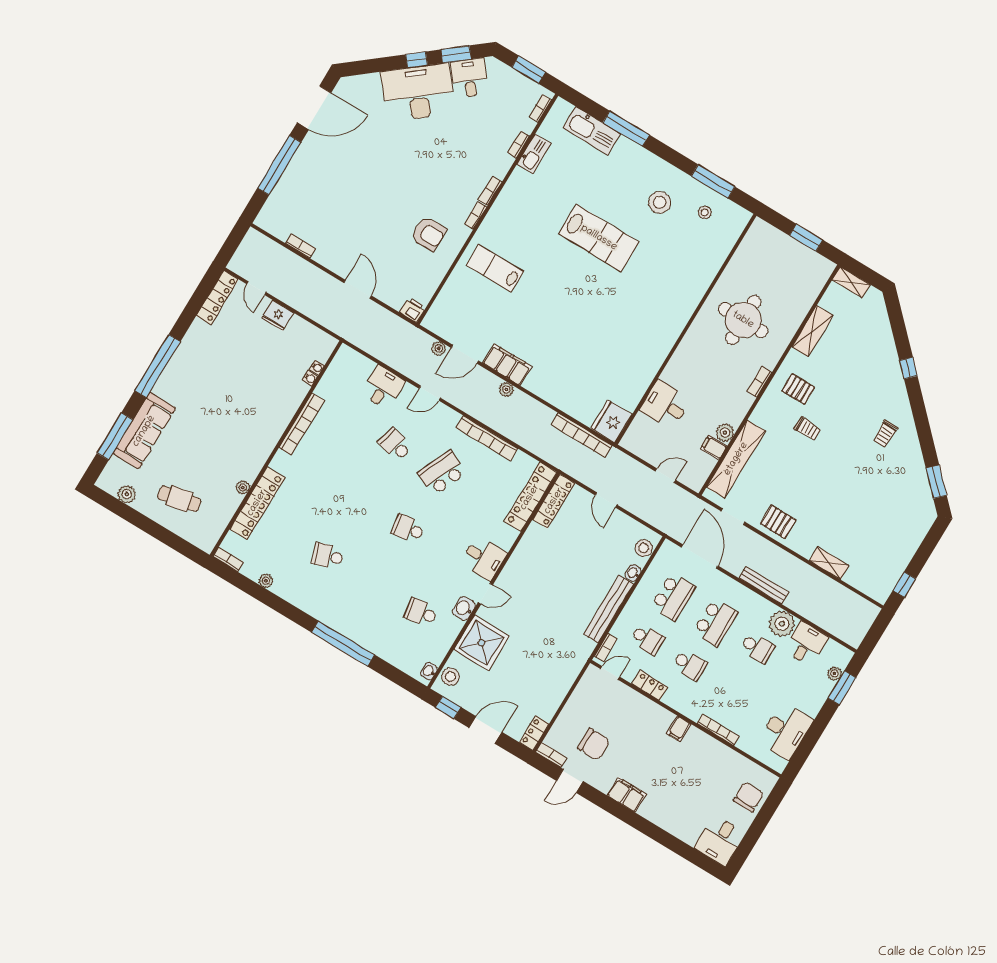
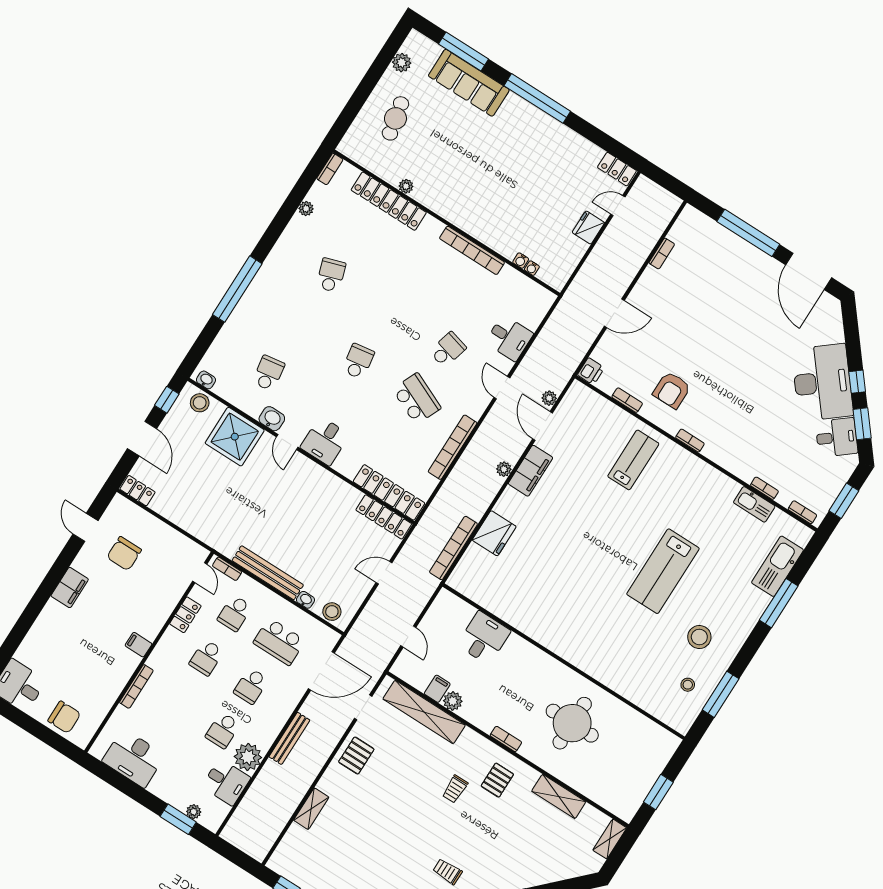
bookcase: (490, 191) -> (627, 400), moved
locker: (217, 298) -> (617, 169), width x0.66
fridge: (611, 421) -> (494, 533), moved, turned 90
school desk: (715, 622) -> (251, 686), width x0.54
bookcase: (551, 755) -> (114, 508), removed

